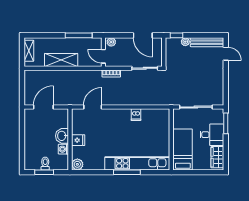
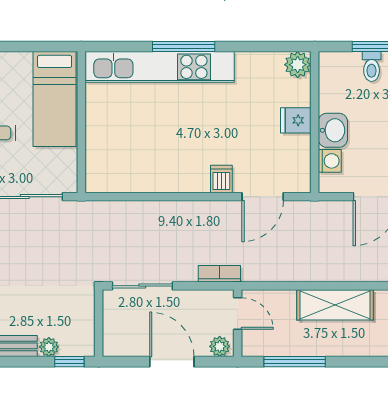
door: (143, 35) -> (172, 362), moved
dishwasher: (136, 115) -> (221, 179), moved
washing machine: (63, 149) -> (330, 161), moved

